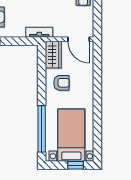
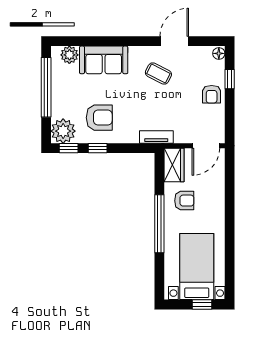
door: (79, 39) -> (206, 146), hinge flipped
window: (42, 129) -> (159, 224), moved

